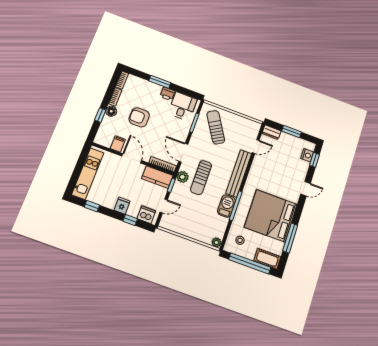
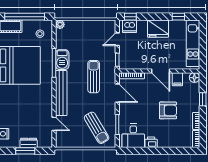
window: (160, 82) -> (162, 151), removed
floor lamp: (111, 111) -> (194, 78), moved
dresser: (271, 132) -> (29, 143), moved
door: (256, 146) -> (54, 124), swing flipped
kitchen counter: (157, 177) -> (132, 63), removed
plant: (183, 177) -> (110, 71), removed
fridge: (122, 206) -> (158, 29), width x1.88, depth x1.34
window: (130, 220) -> (130, 17), moved

